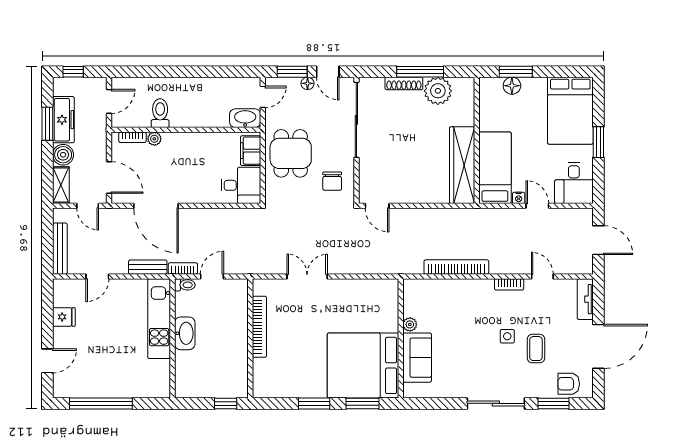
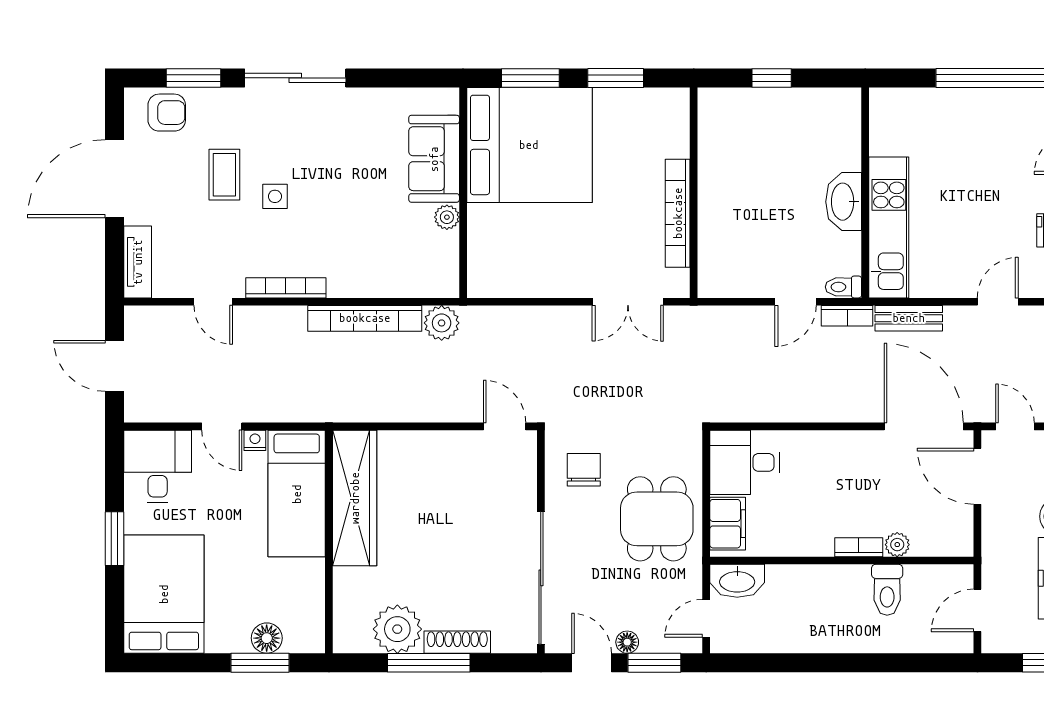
bookcase: (132, 137) -> (859, 547), moved
door: (156, 206) -> (924, 426), moved
plant: (413, 264) -> (442, 323), added
bookcase: (509, 284) -> (286, 288), width x1.56
bookcase: (259, 327) -> (678, 213), moved
wall: (250, 338) -> (694, 193), moved

